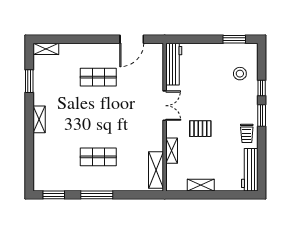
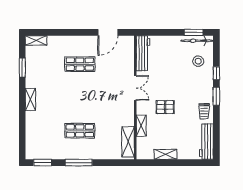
bicycle: (238, 49) -> (197, 41), added

